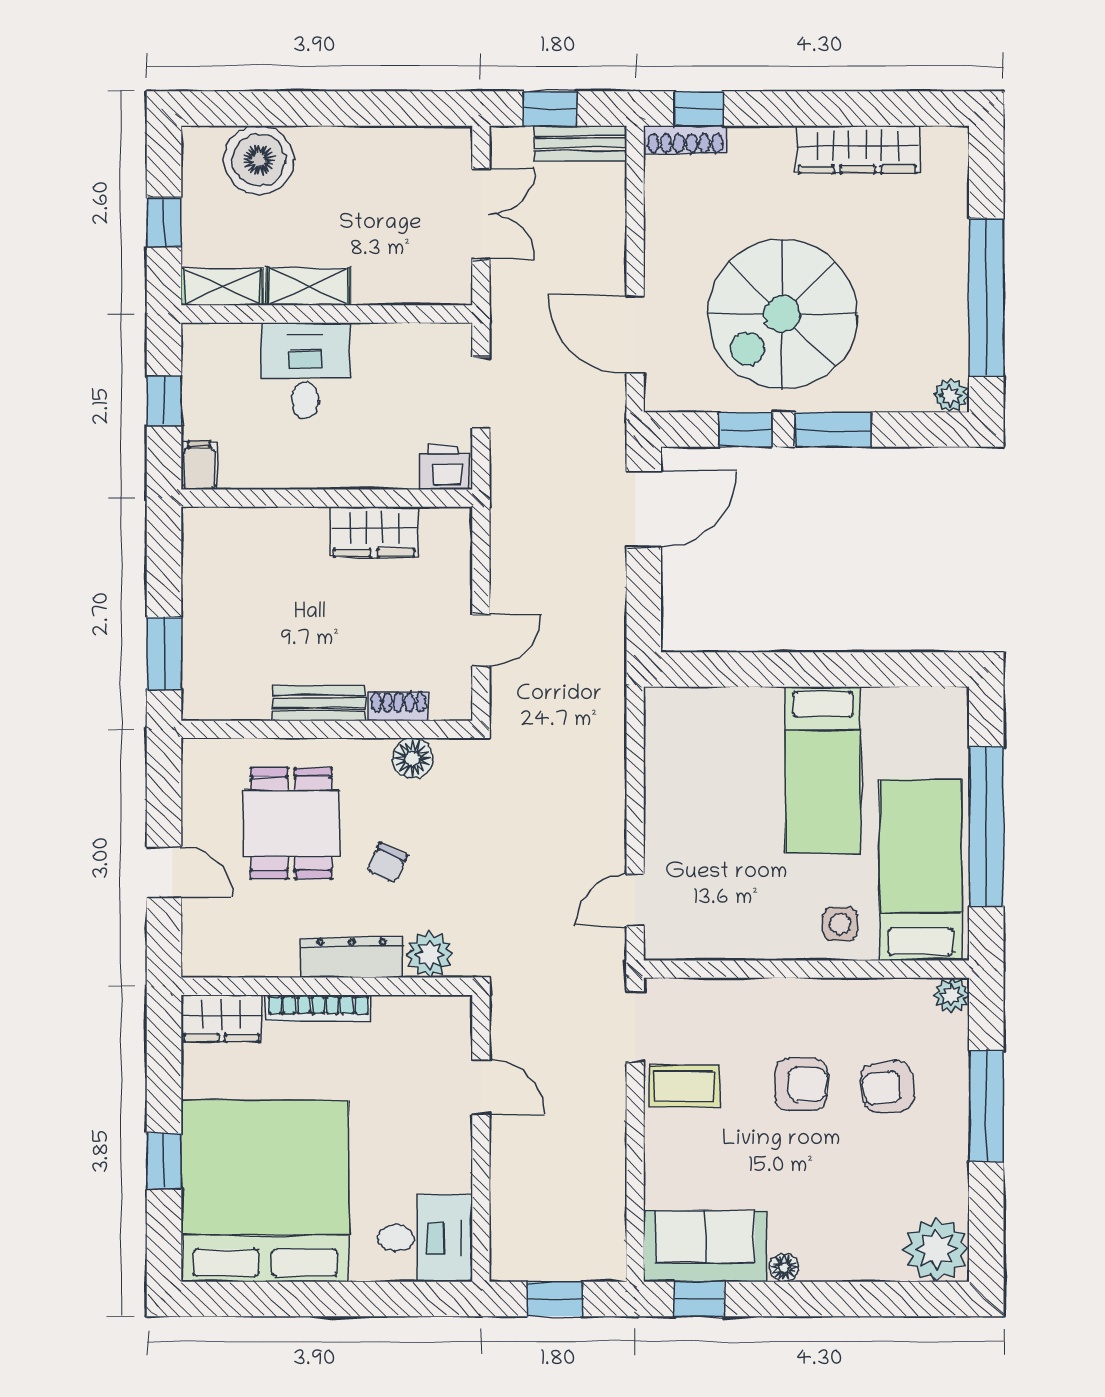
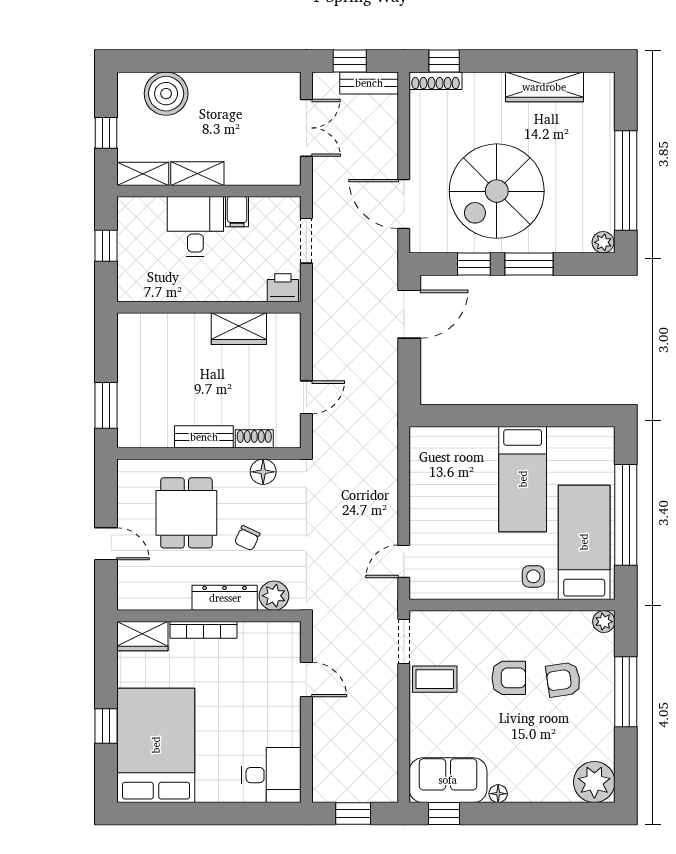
filing cabinet: (199, 465) -> (237, 212), moved, turned 180
bed: (265, 1191) -> (156, 745), width x0.73

